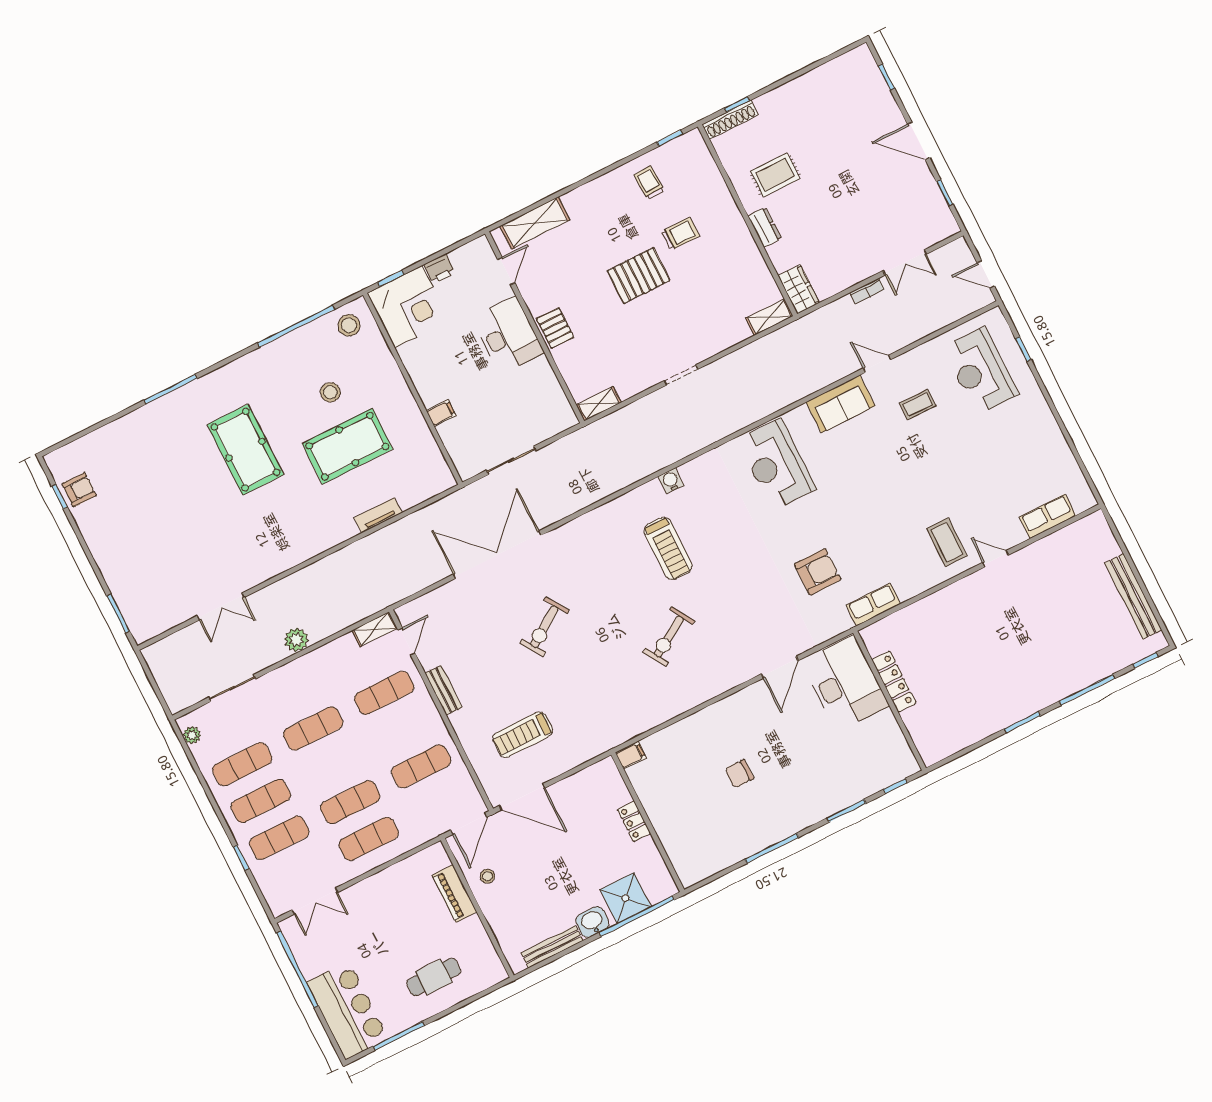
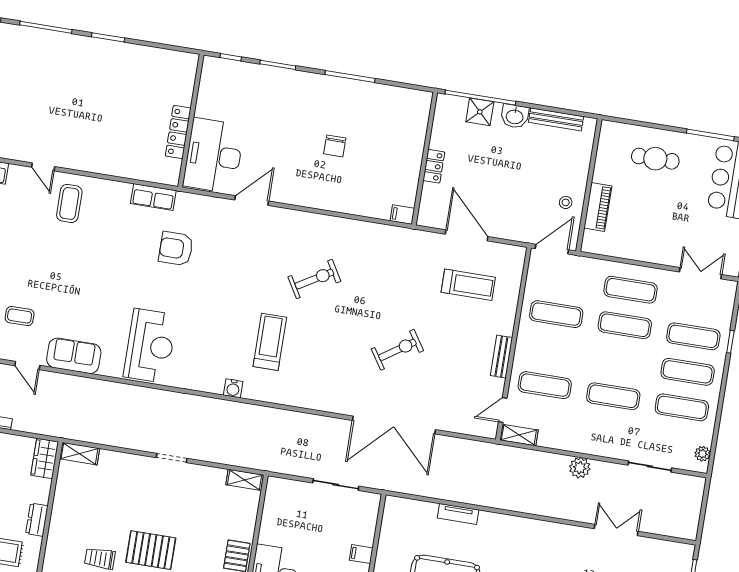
chair: (739, 774) -> (335, 146), turned 90
door: (522, 797) -> (467, 235), moved
shower: (625, 898) -> (480, 112), width x0.73, depth x0.73

